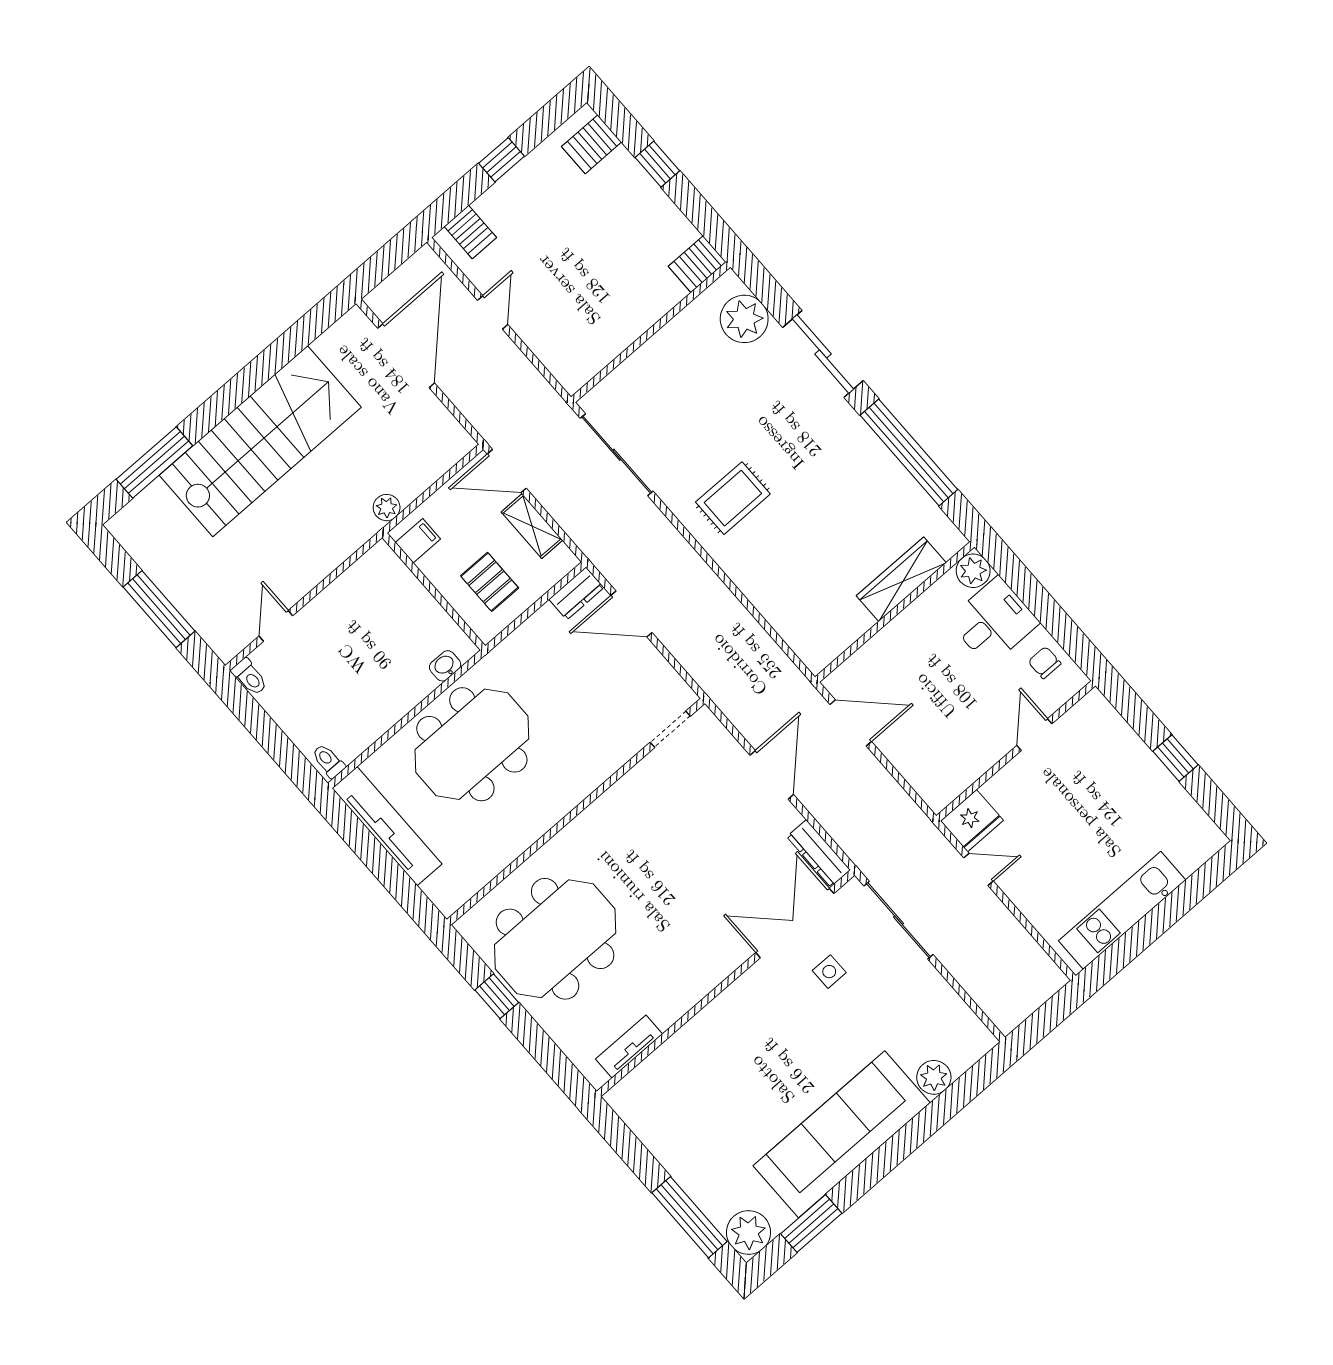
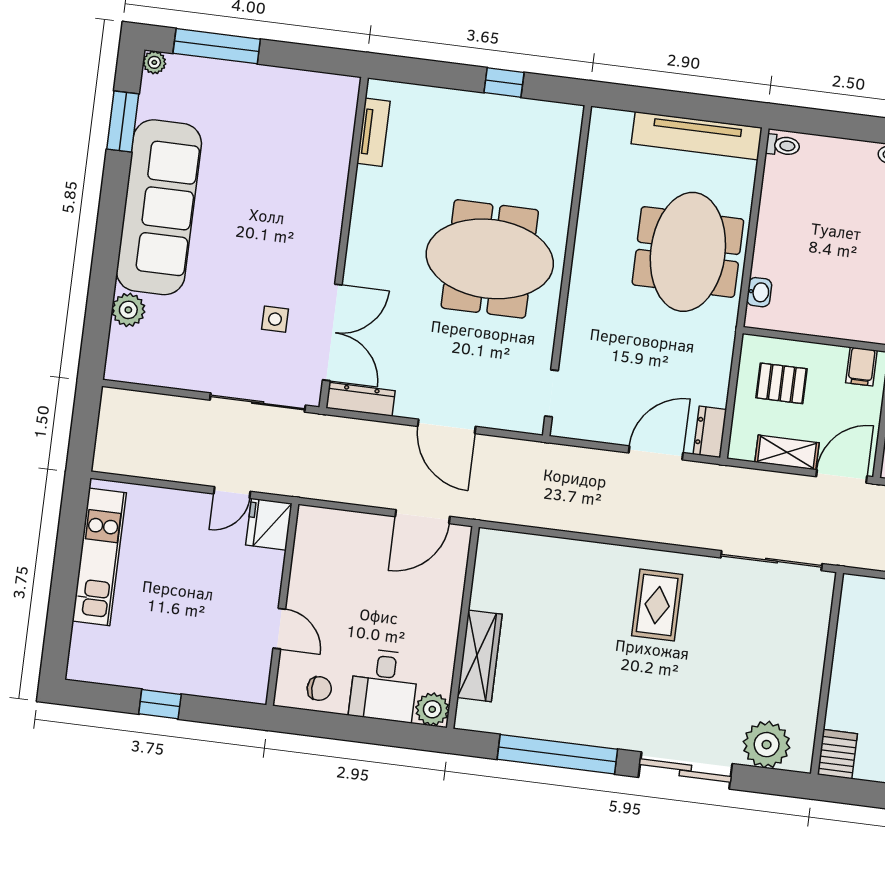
meeting table: (555, 939) -> (490, 259), moved, turned 90
plant: (749, 1232) -> (154, 62), width x0.53, depth x0.53

